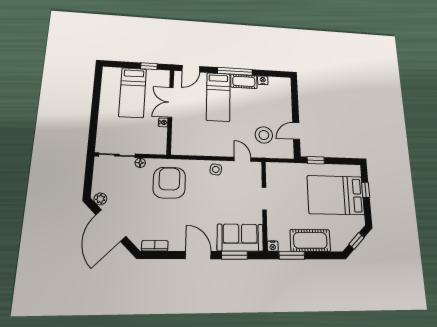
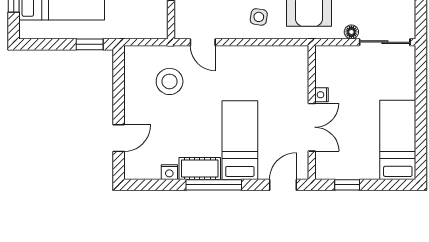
bed: (133, 93) -> (398, 140), moved
door: (296, 131) -> (119, 138), moved
side table: (216, 169) -> (259, 17), moved

